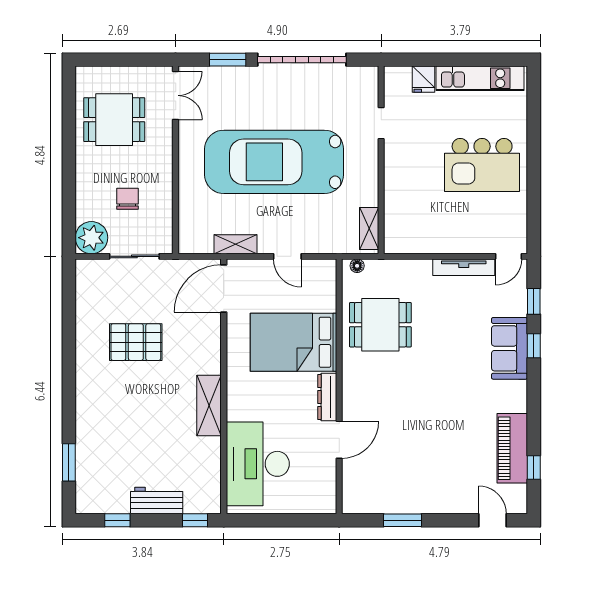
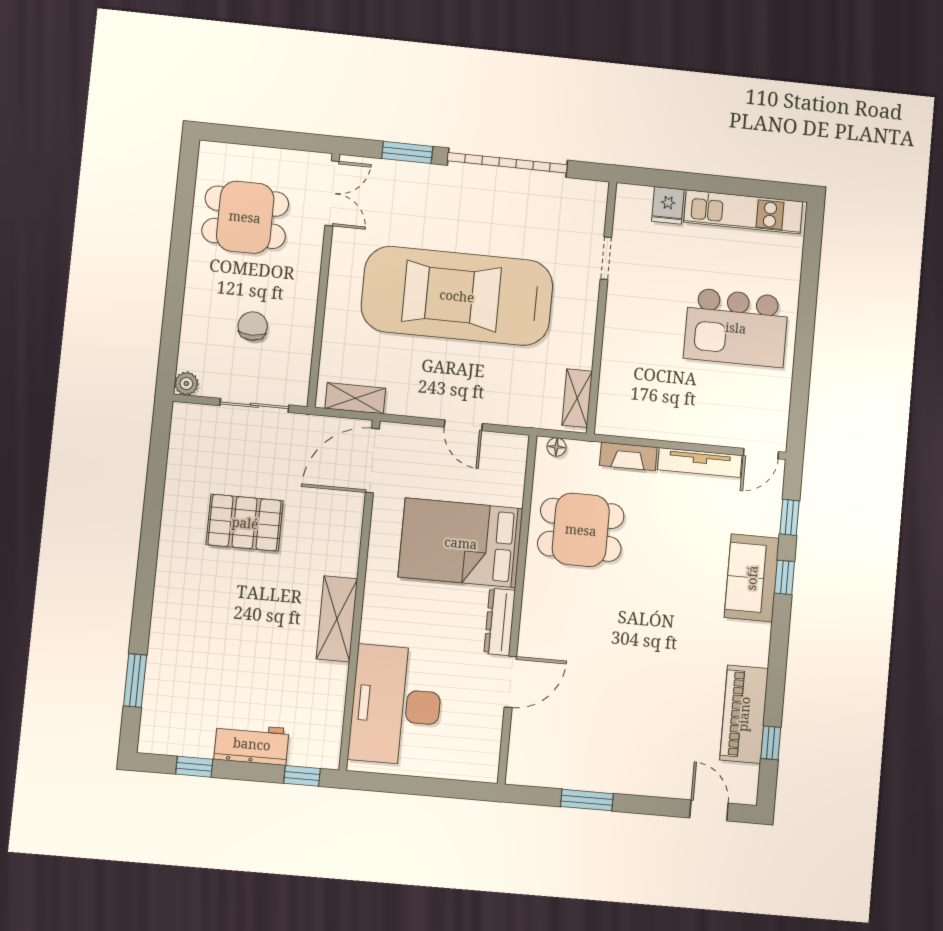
plant: (91, 238) -> (186, 384), width x0.53, depth x0.53
shelving: (236, 244) -> (355, 398), moved
fireplace: (411, 268) -> (628, 456), added

